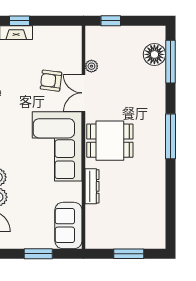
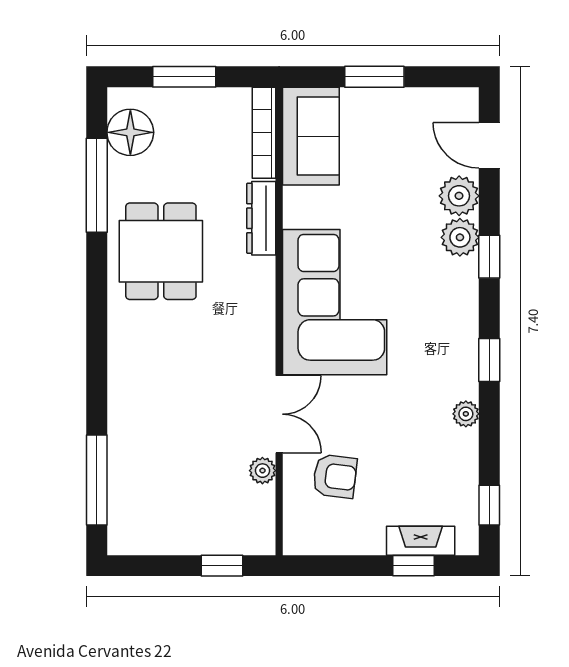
floor lamp: (154, 54) -> (130, 132), moved
armchair: (51, 81) -> (335, 476), moved
window: (170, 136) -> (97, 185), moved
dining table: (110, 141) -> (161, 251), moved, turned 90
bookcase: (91, 227) -> (264, 133), added

